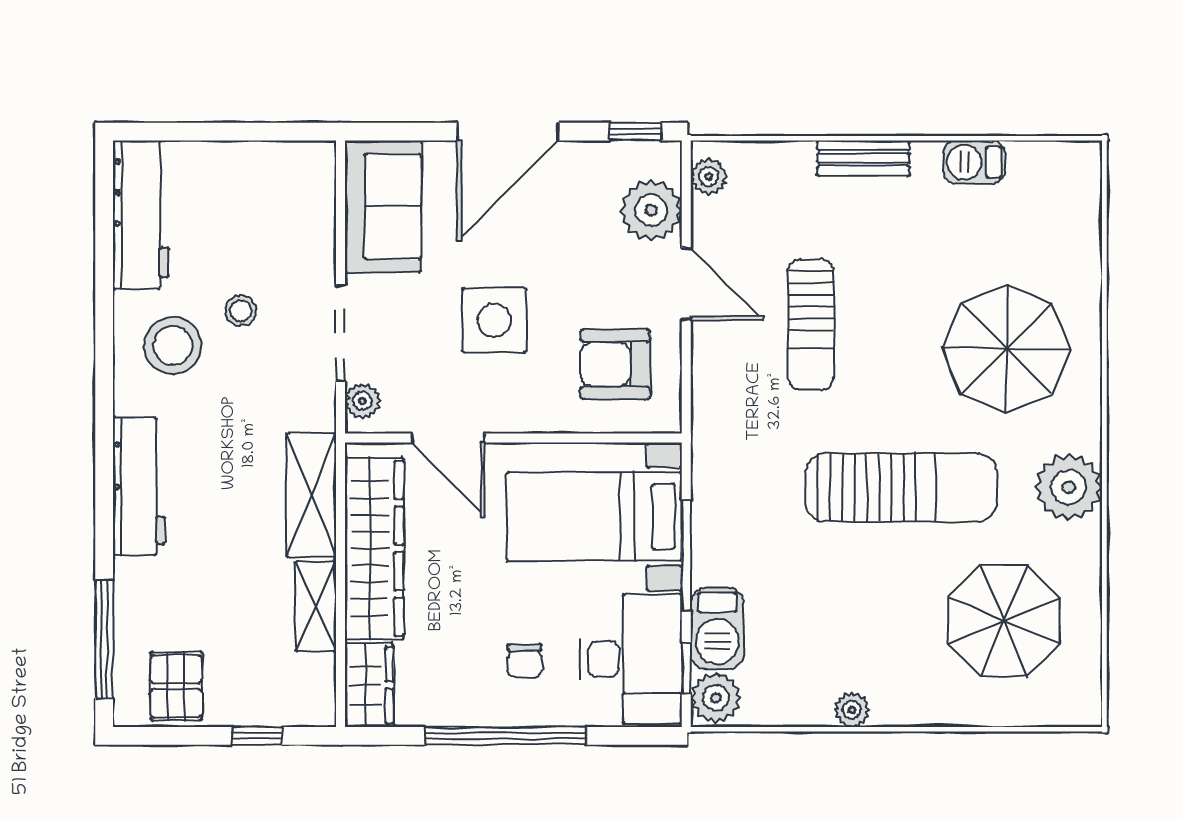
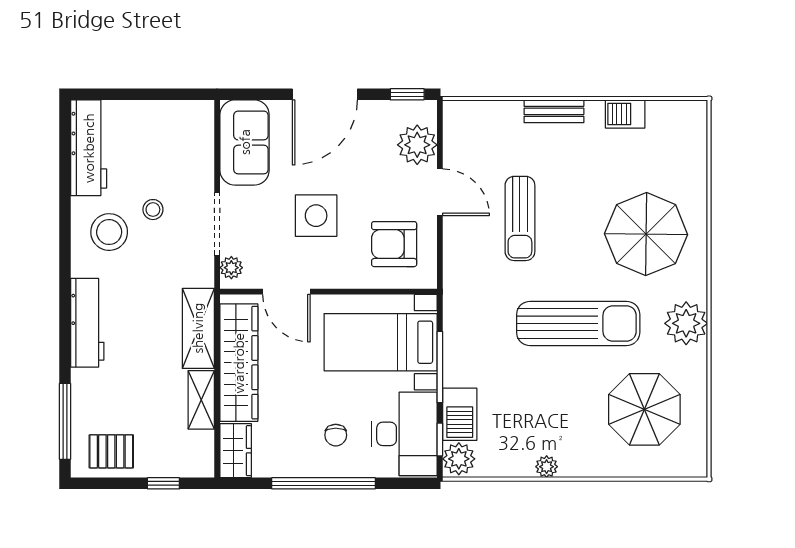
plant: (709, 176) -> (454, 123), removed
pallet: (176, 686) -> (111, 451), turned 90

